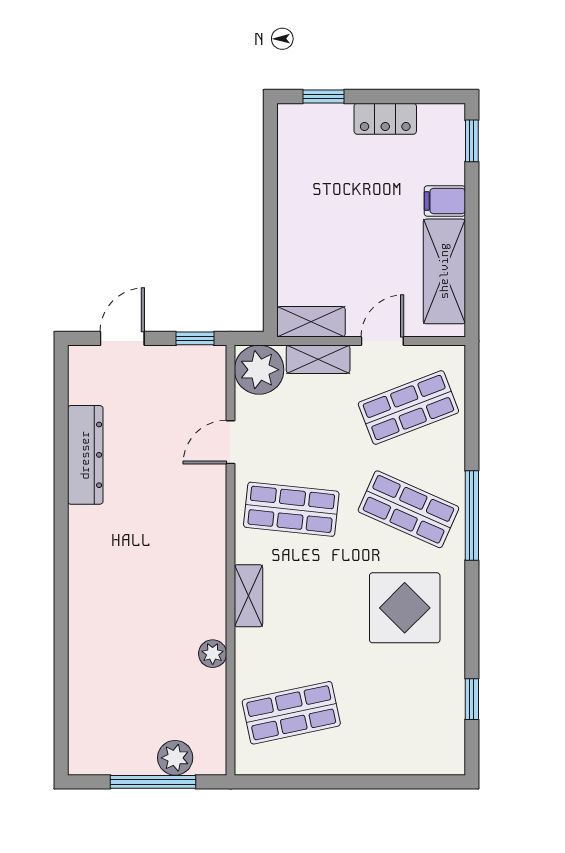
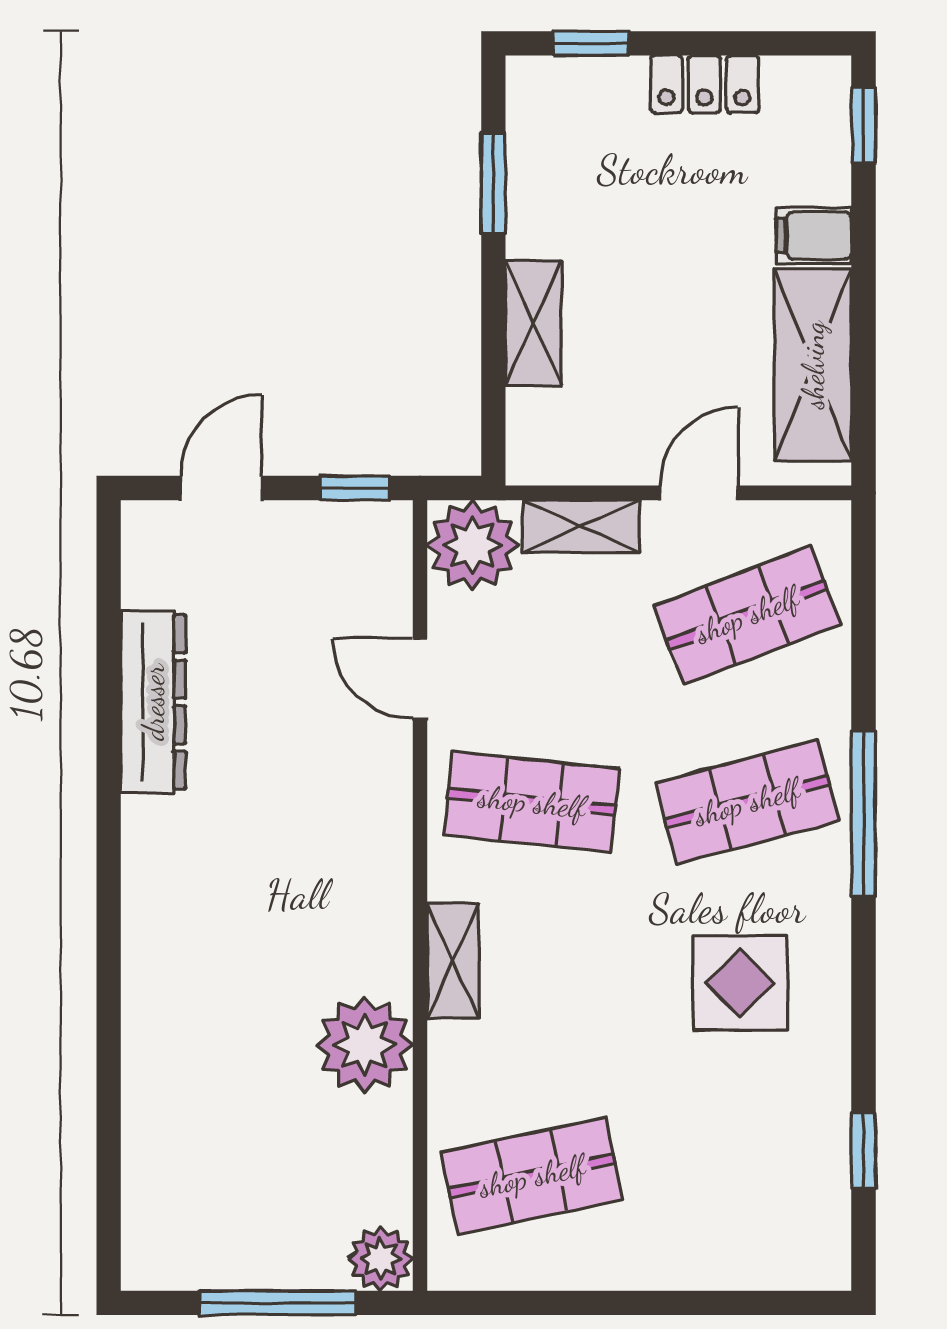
window: (270, 173) -> (493, 183), added
shelving: (311, 322) -> (534, 323), moved, turned 90
door: (230, 442) -> (420, 679), hinge flipped
shop shelf: (408, 509) -> (747, 802), turned -39
display table: (405, 608) -> (740, 983), width x0.73, depth x0.73
plant: (213, 654) -> (365, 1045), width x1.88, depth x1.88
plant: (175, 758) -> (381, 1259), moved

